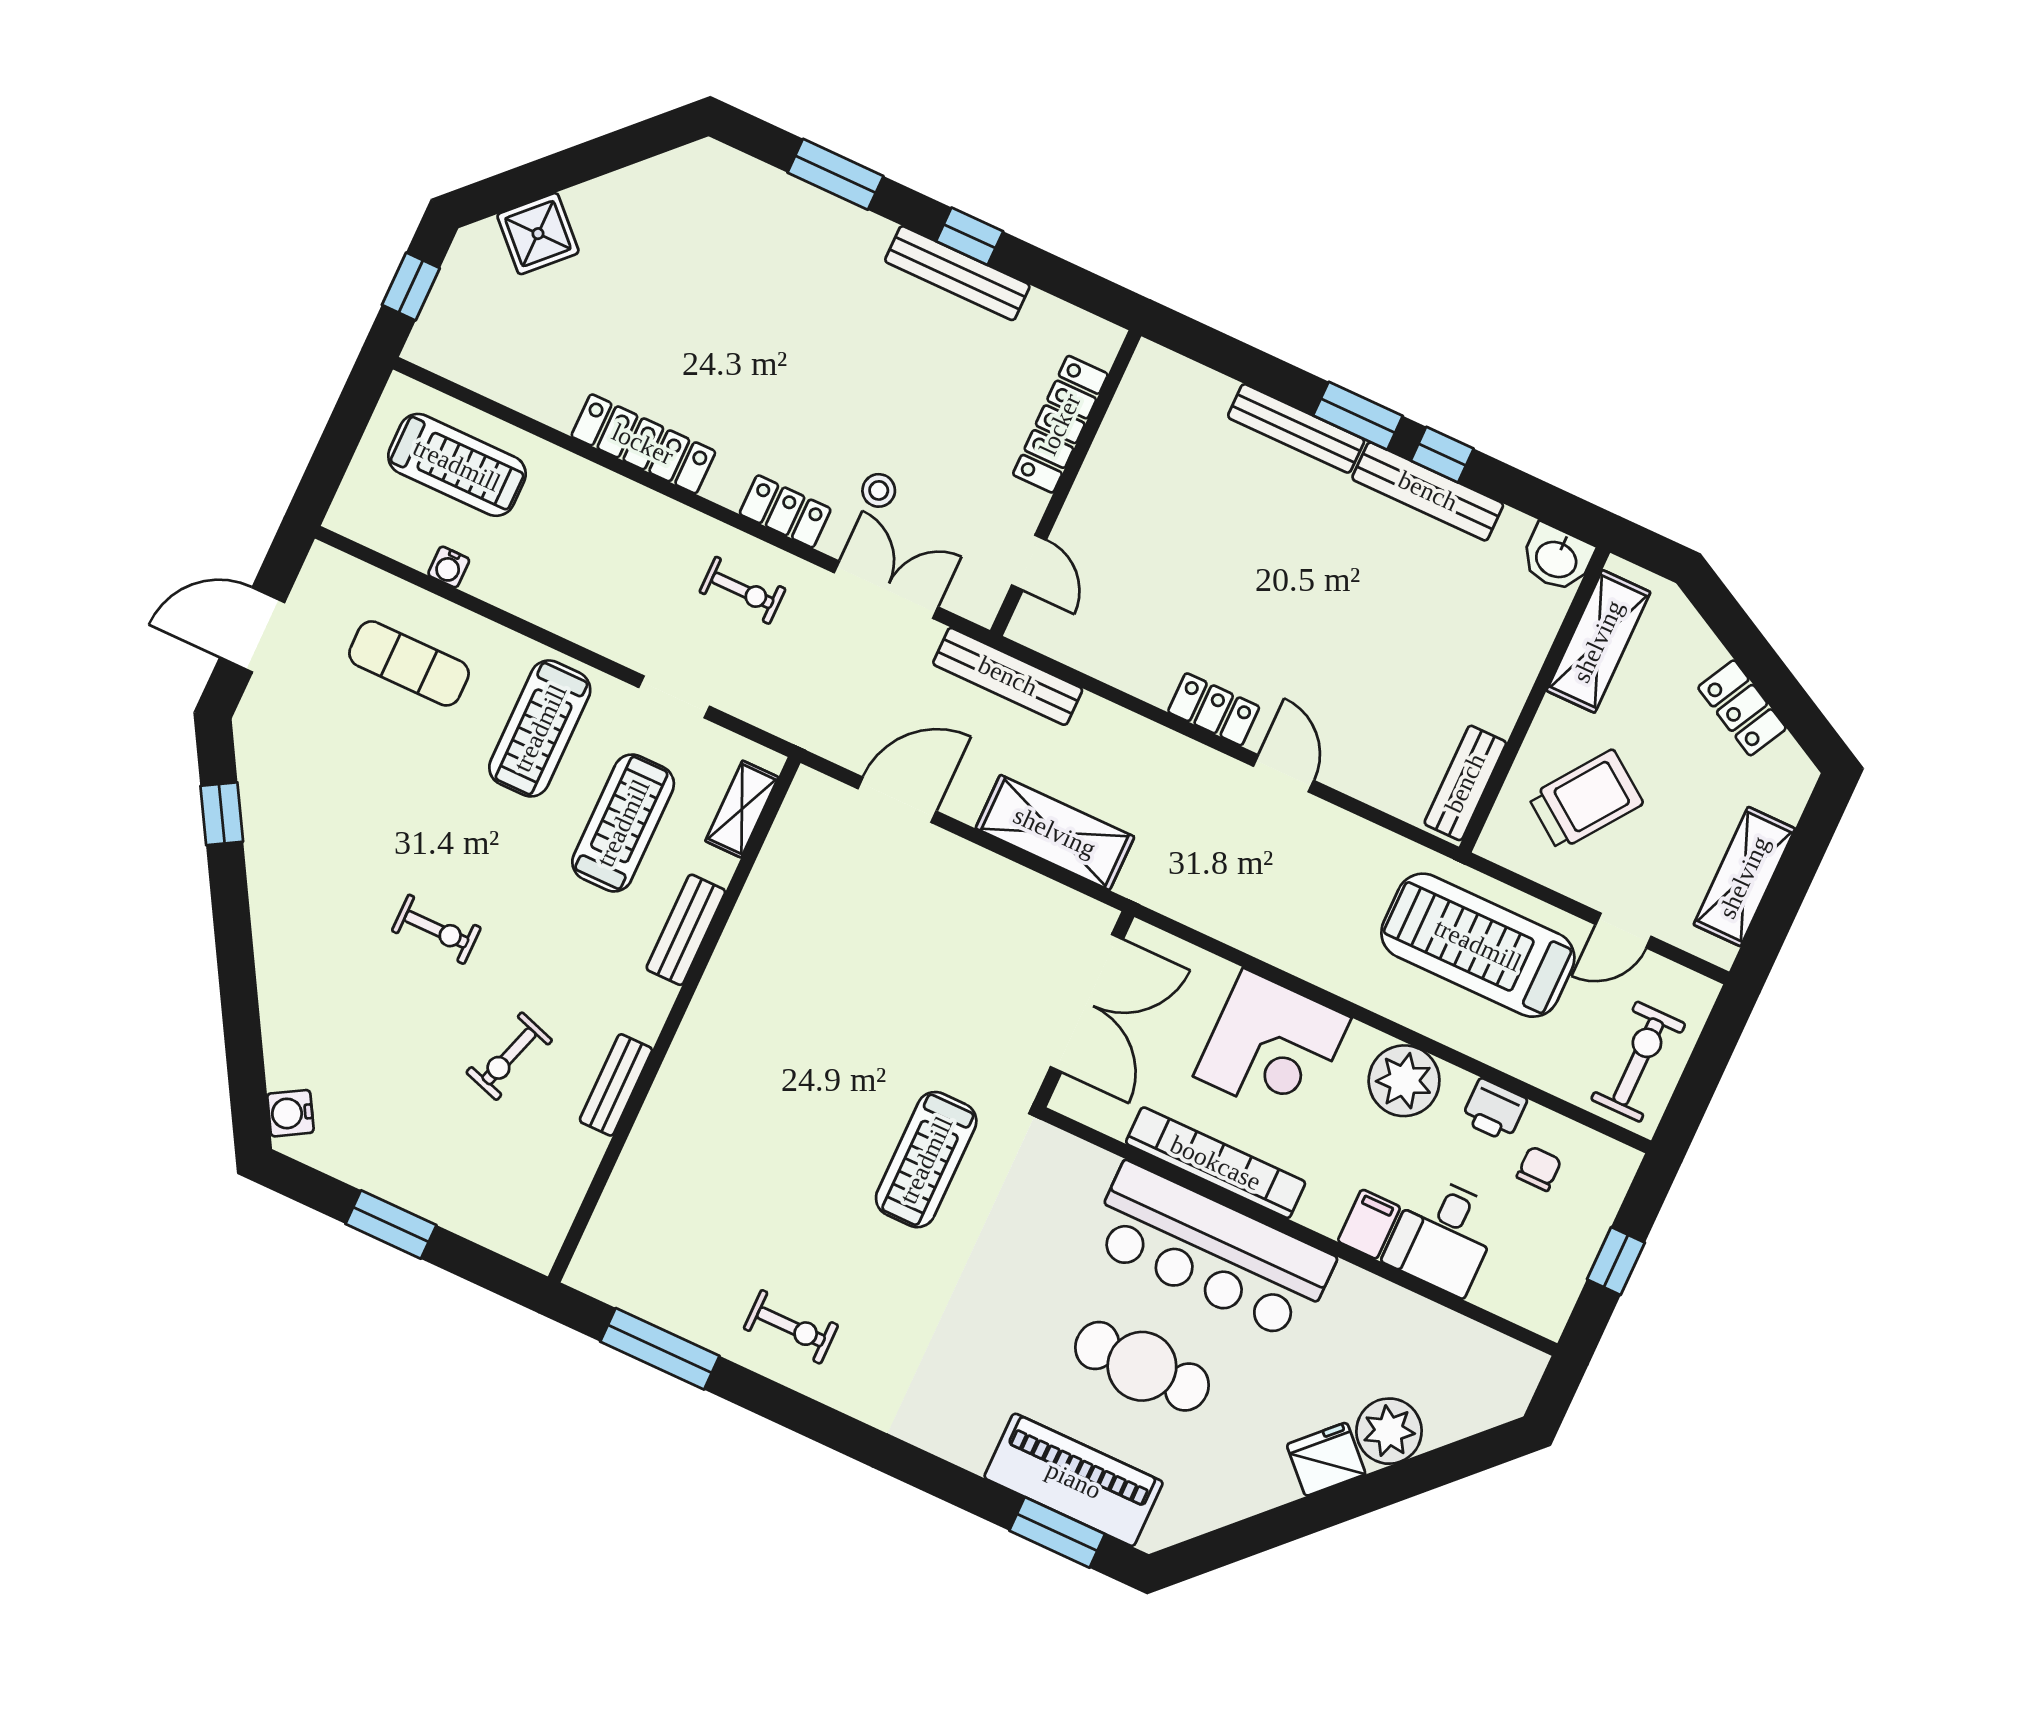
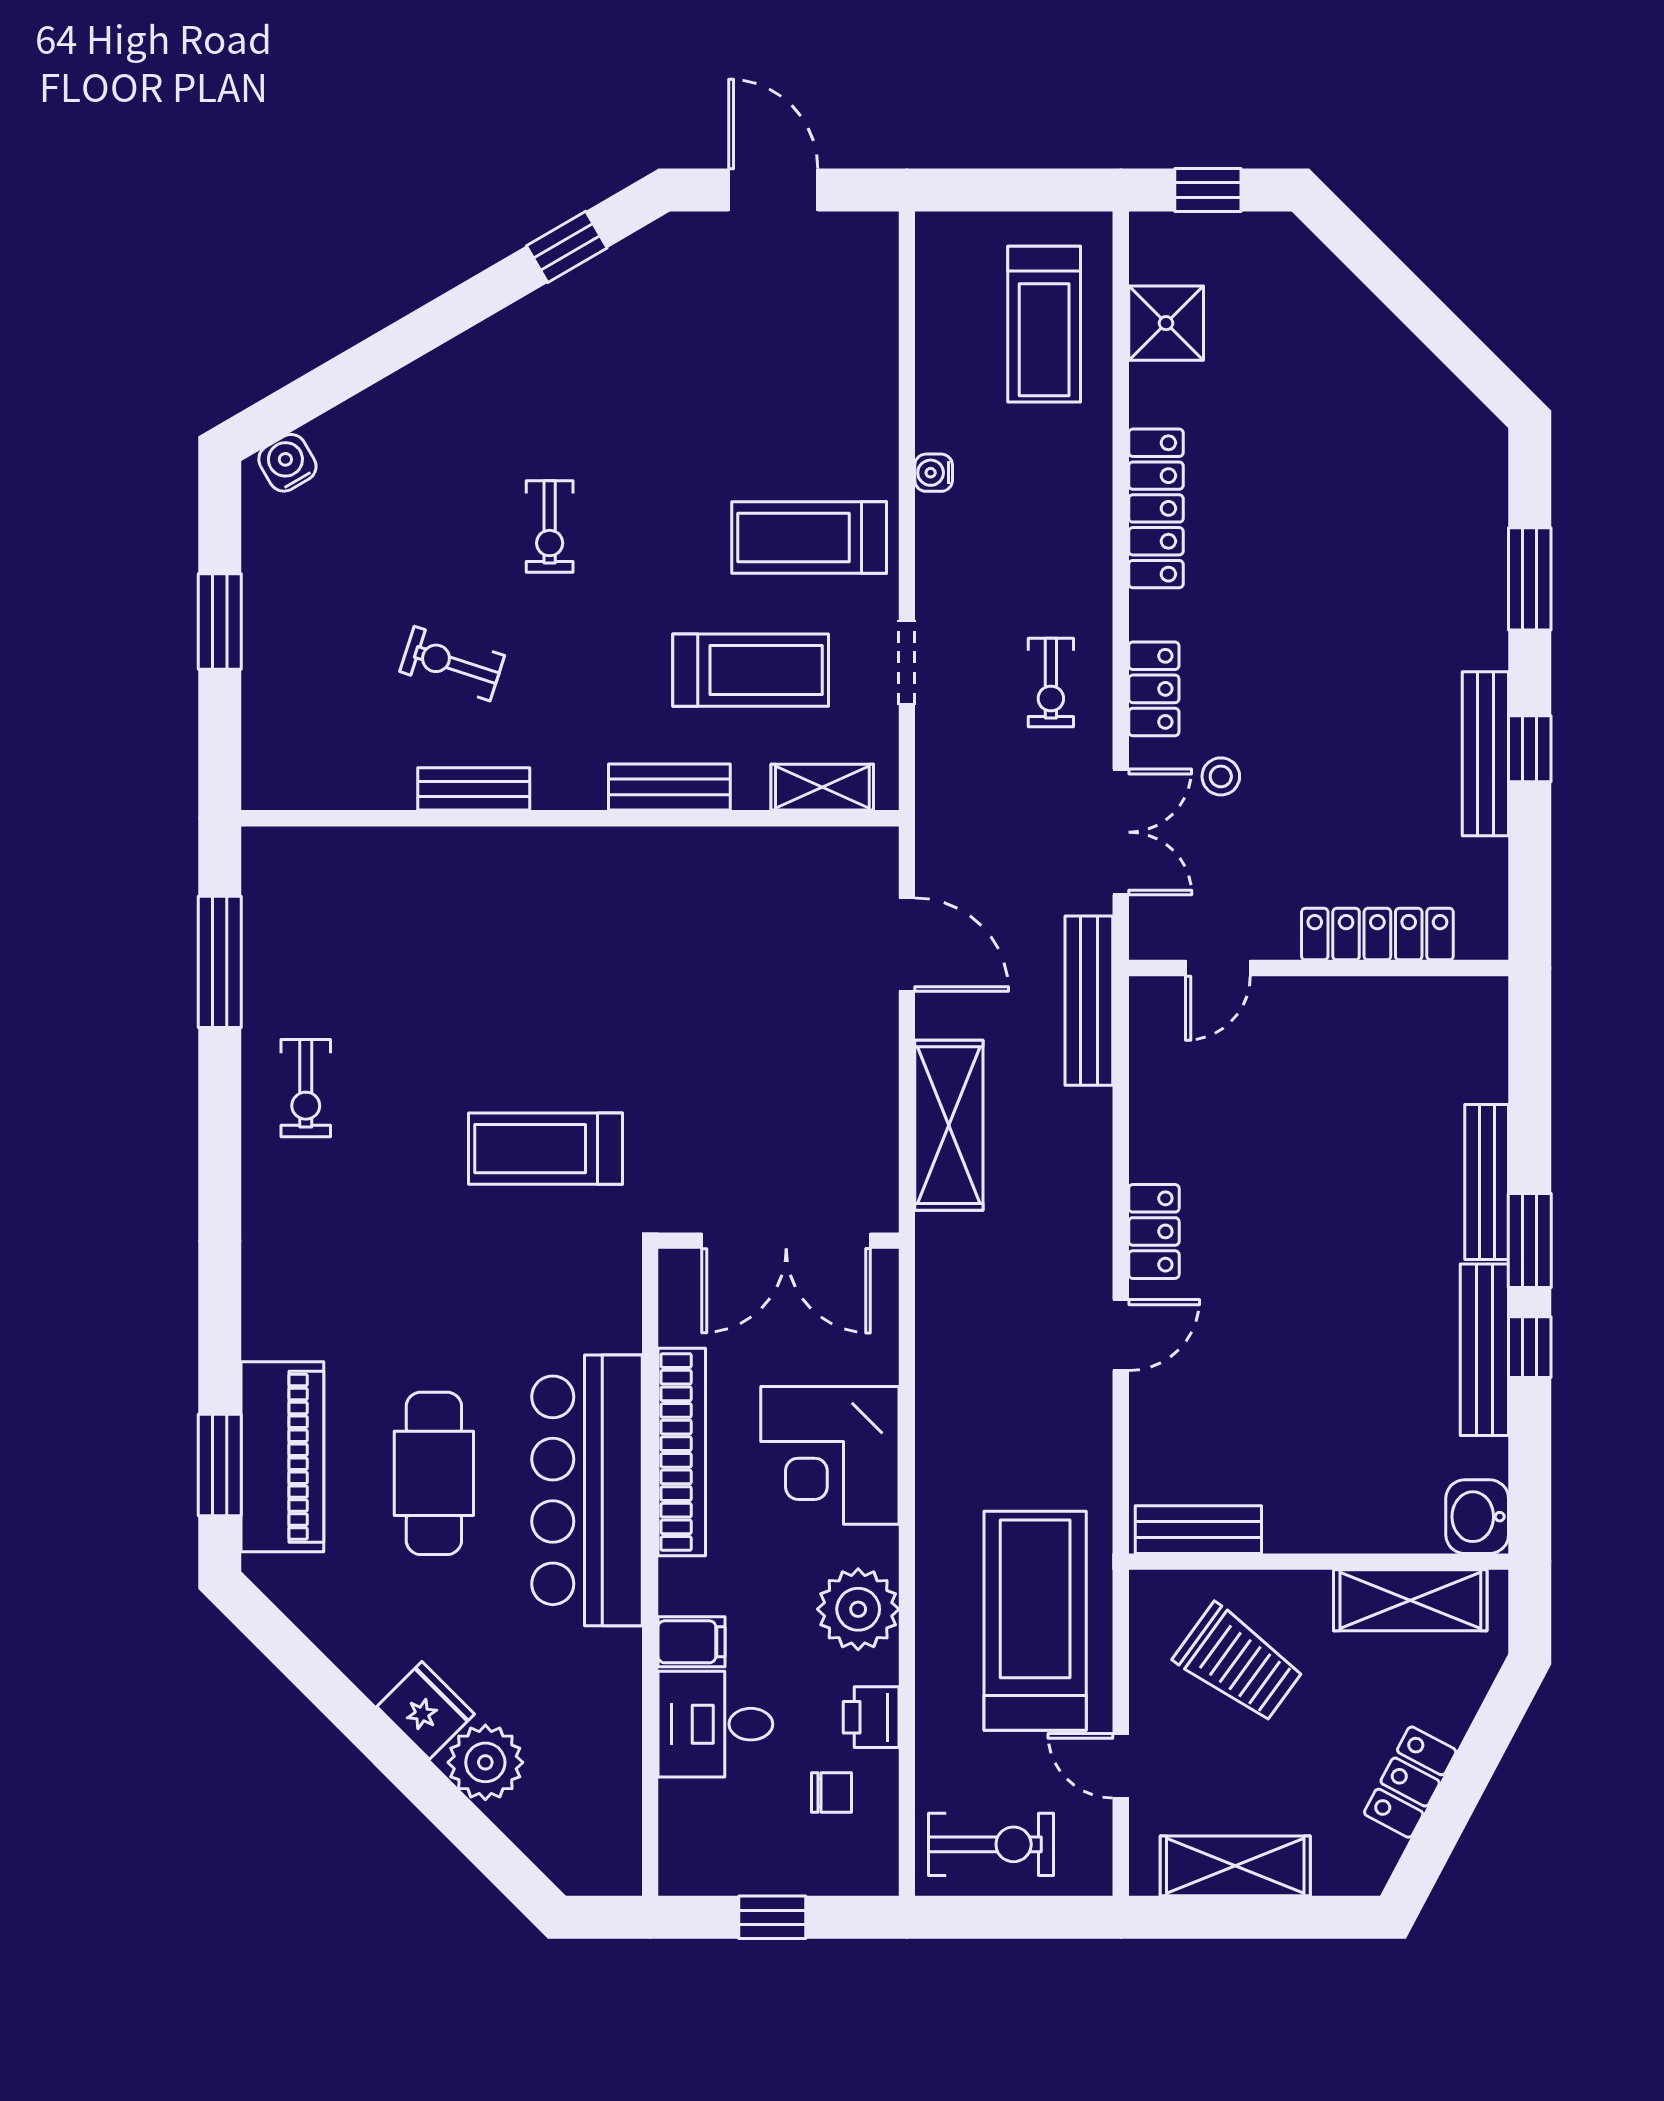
shower: (538, 234) -> (1166, 323), moved, turned 45
water cooler: (449, 567) -> (934, 473), moved
exercise mat: (409, 663) -> (814, 370), removed

